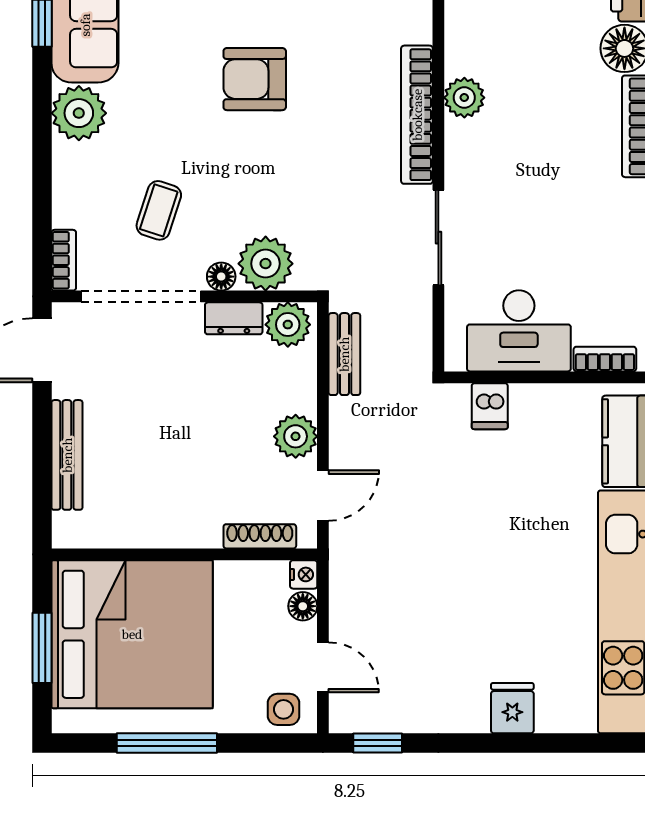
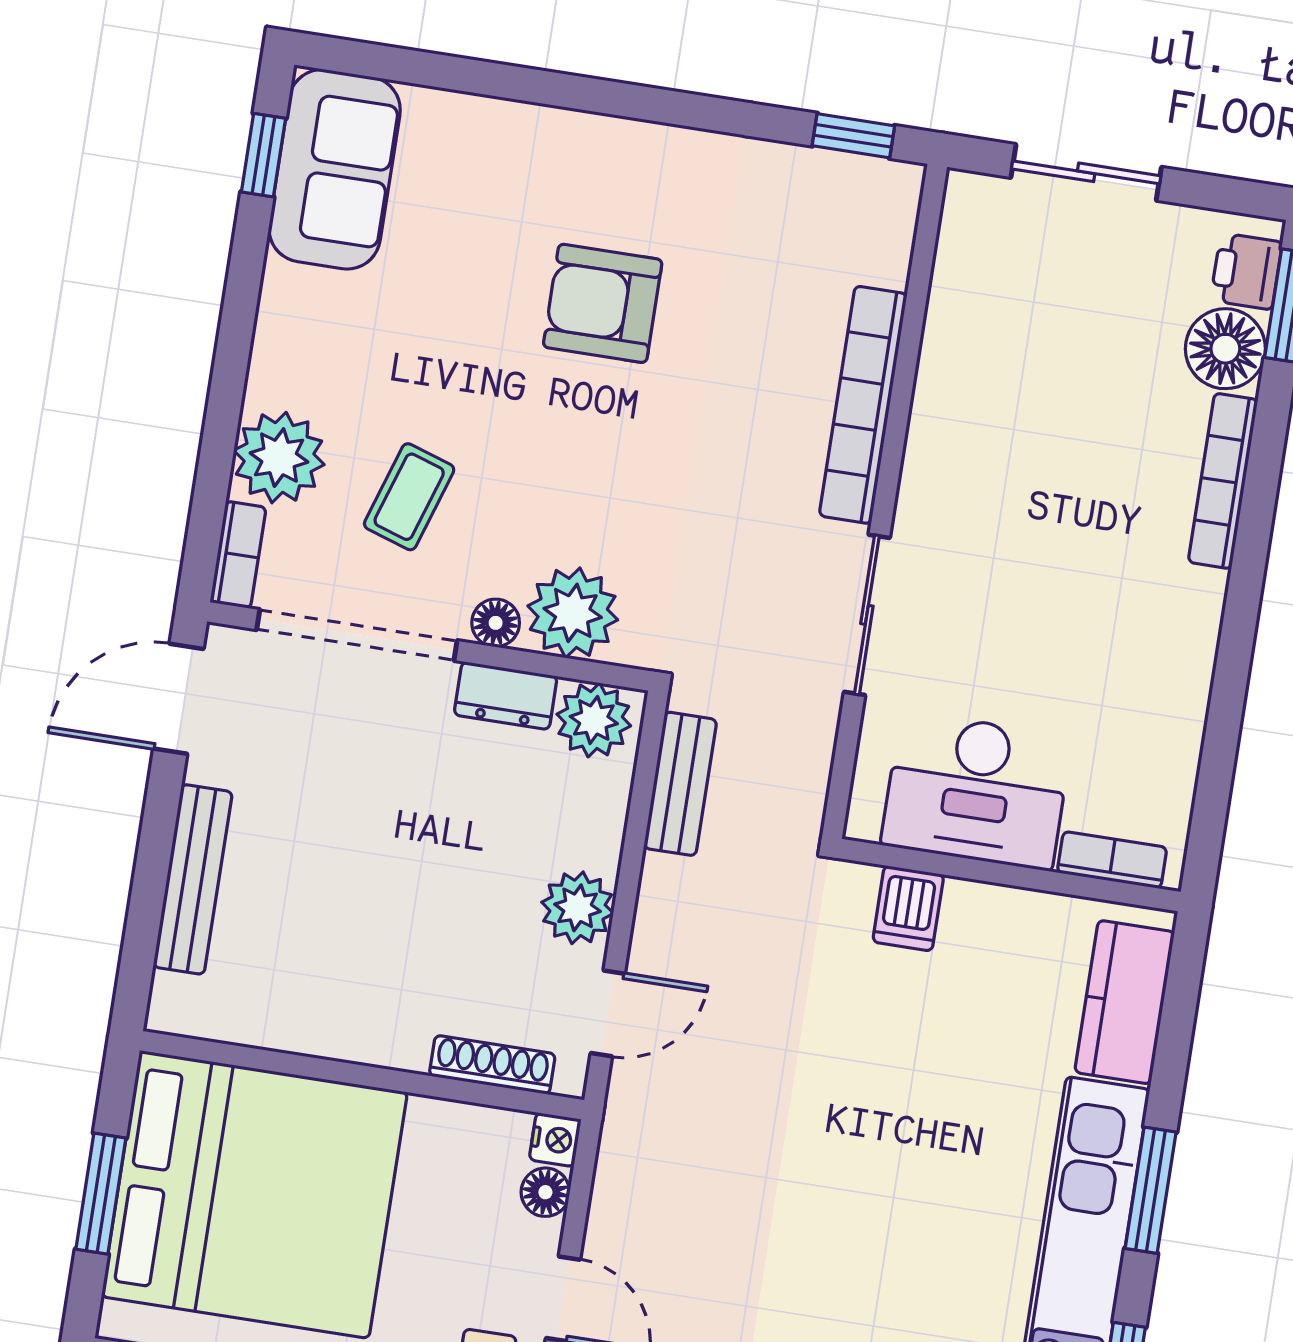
plant: (464, 98) -> (946, 389), removed
plant: (79, 113) -> (279, 458), moved

